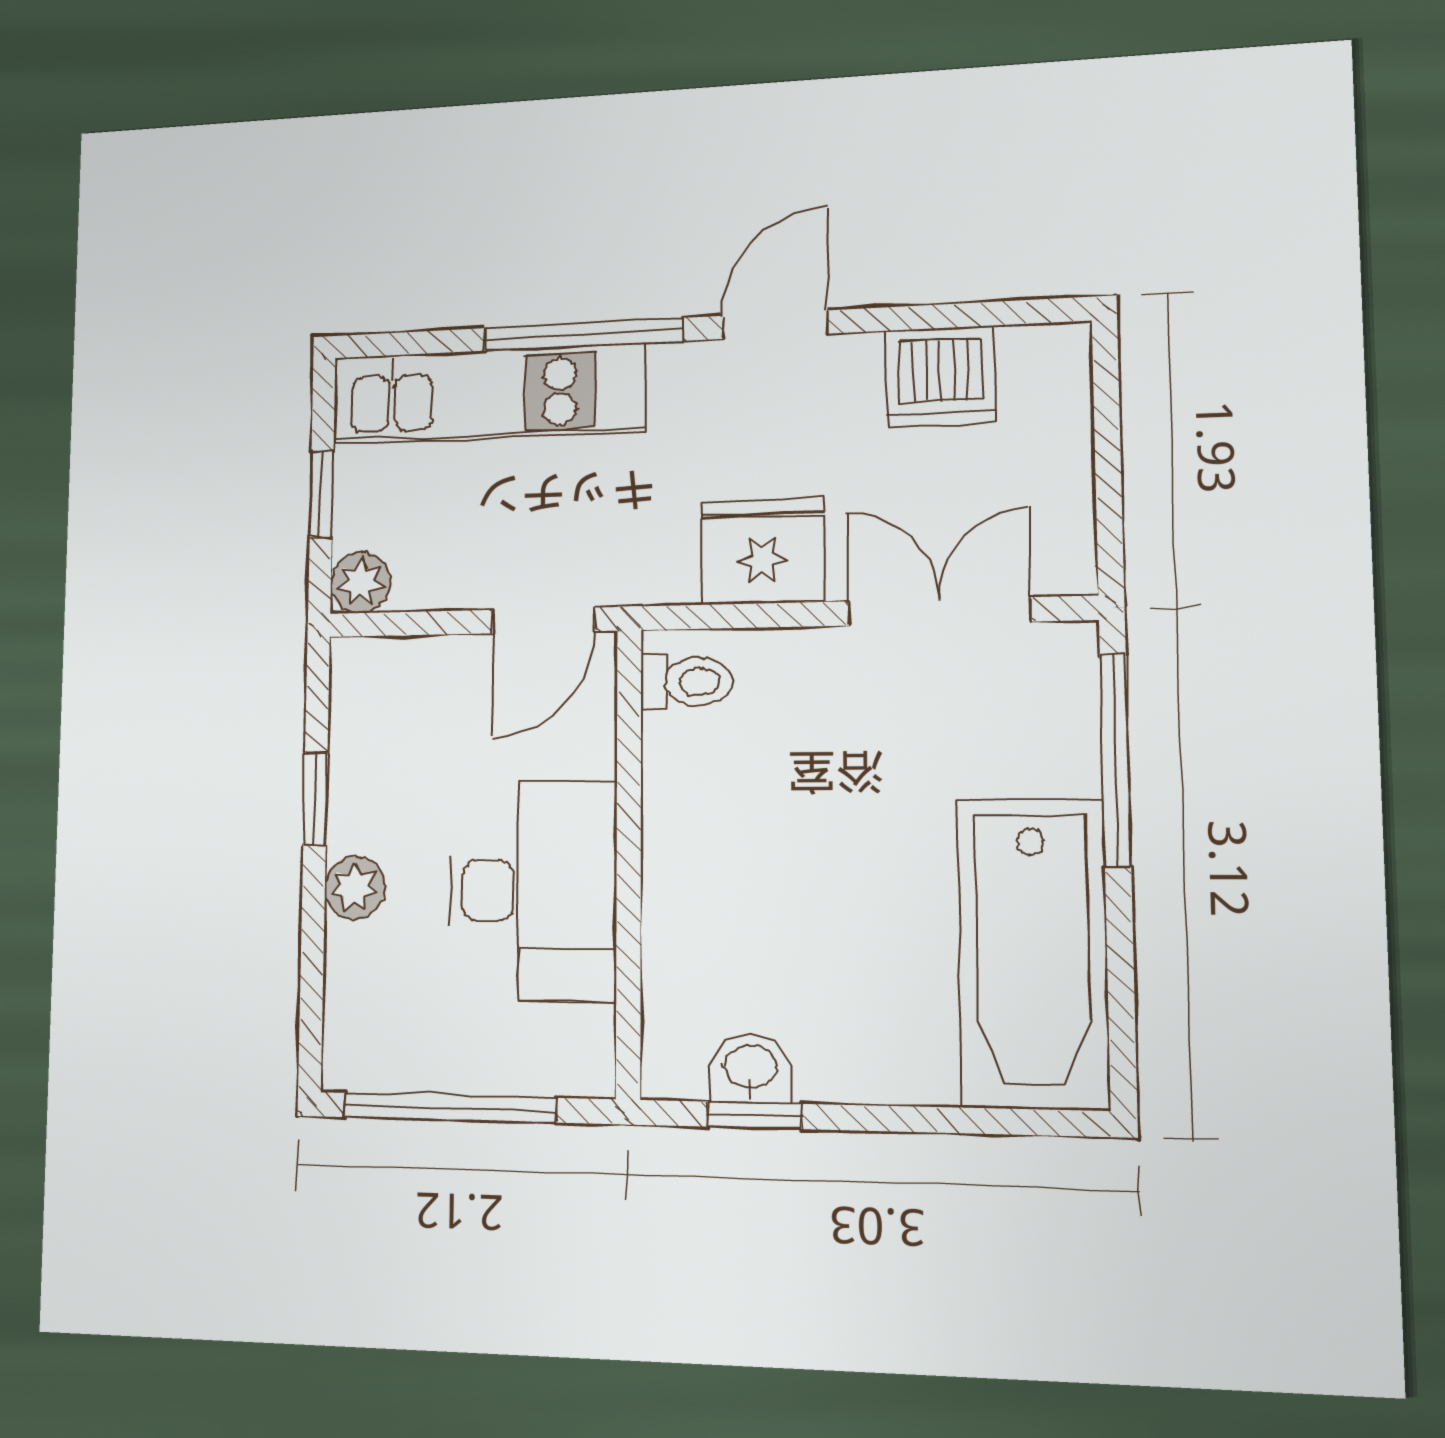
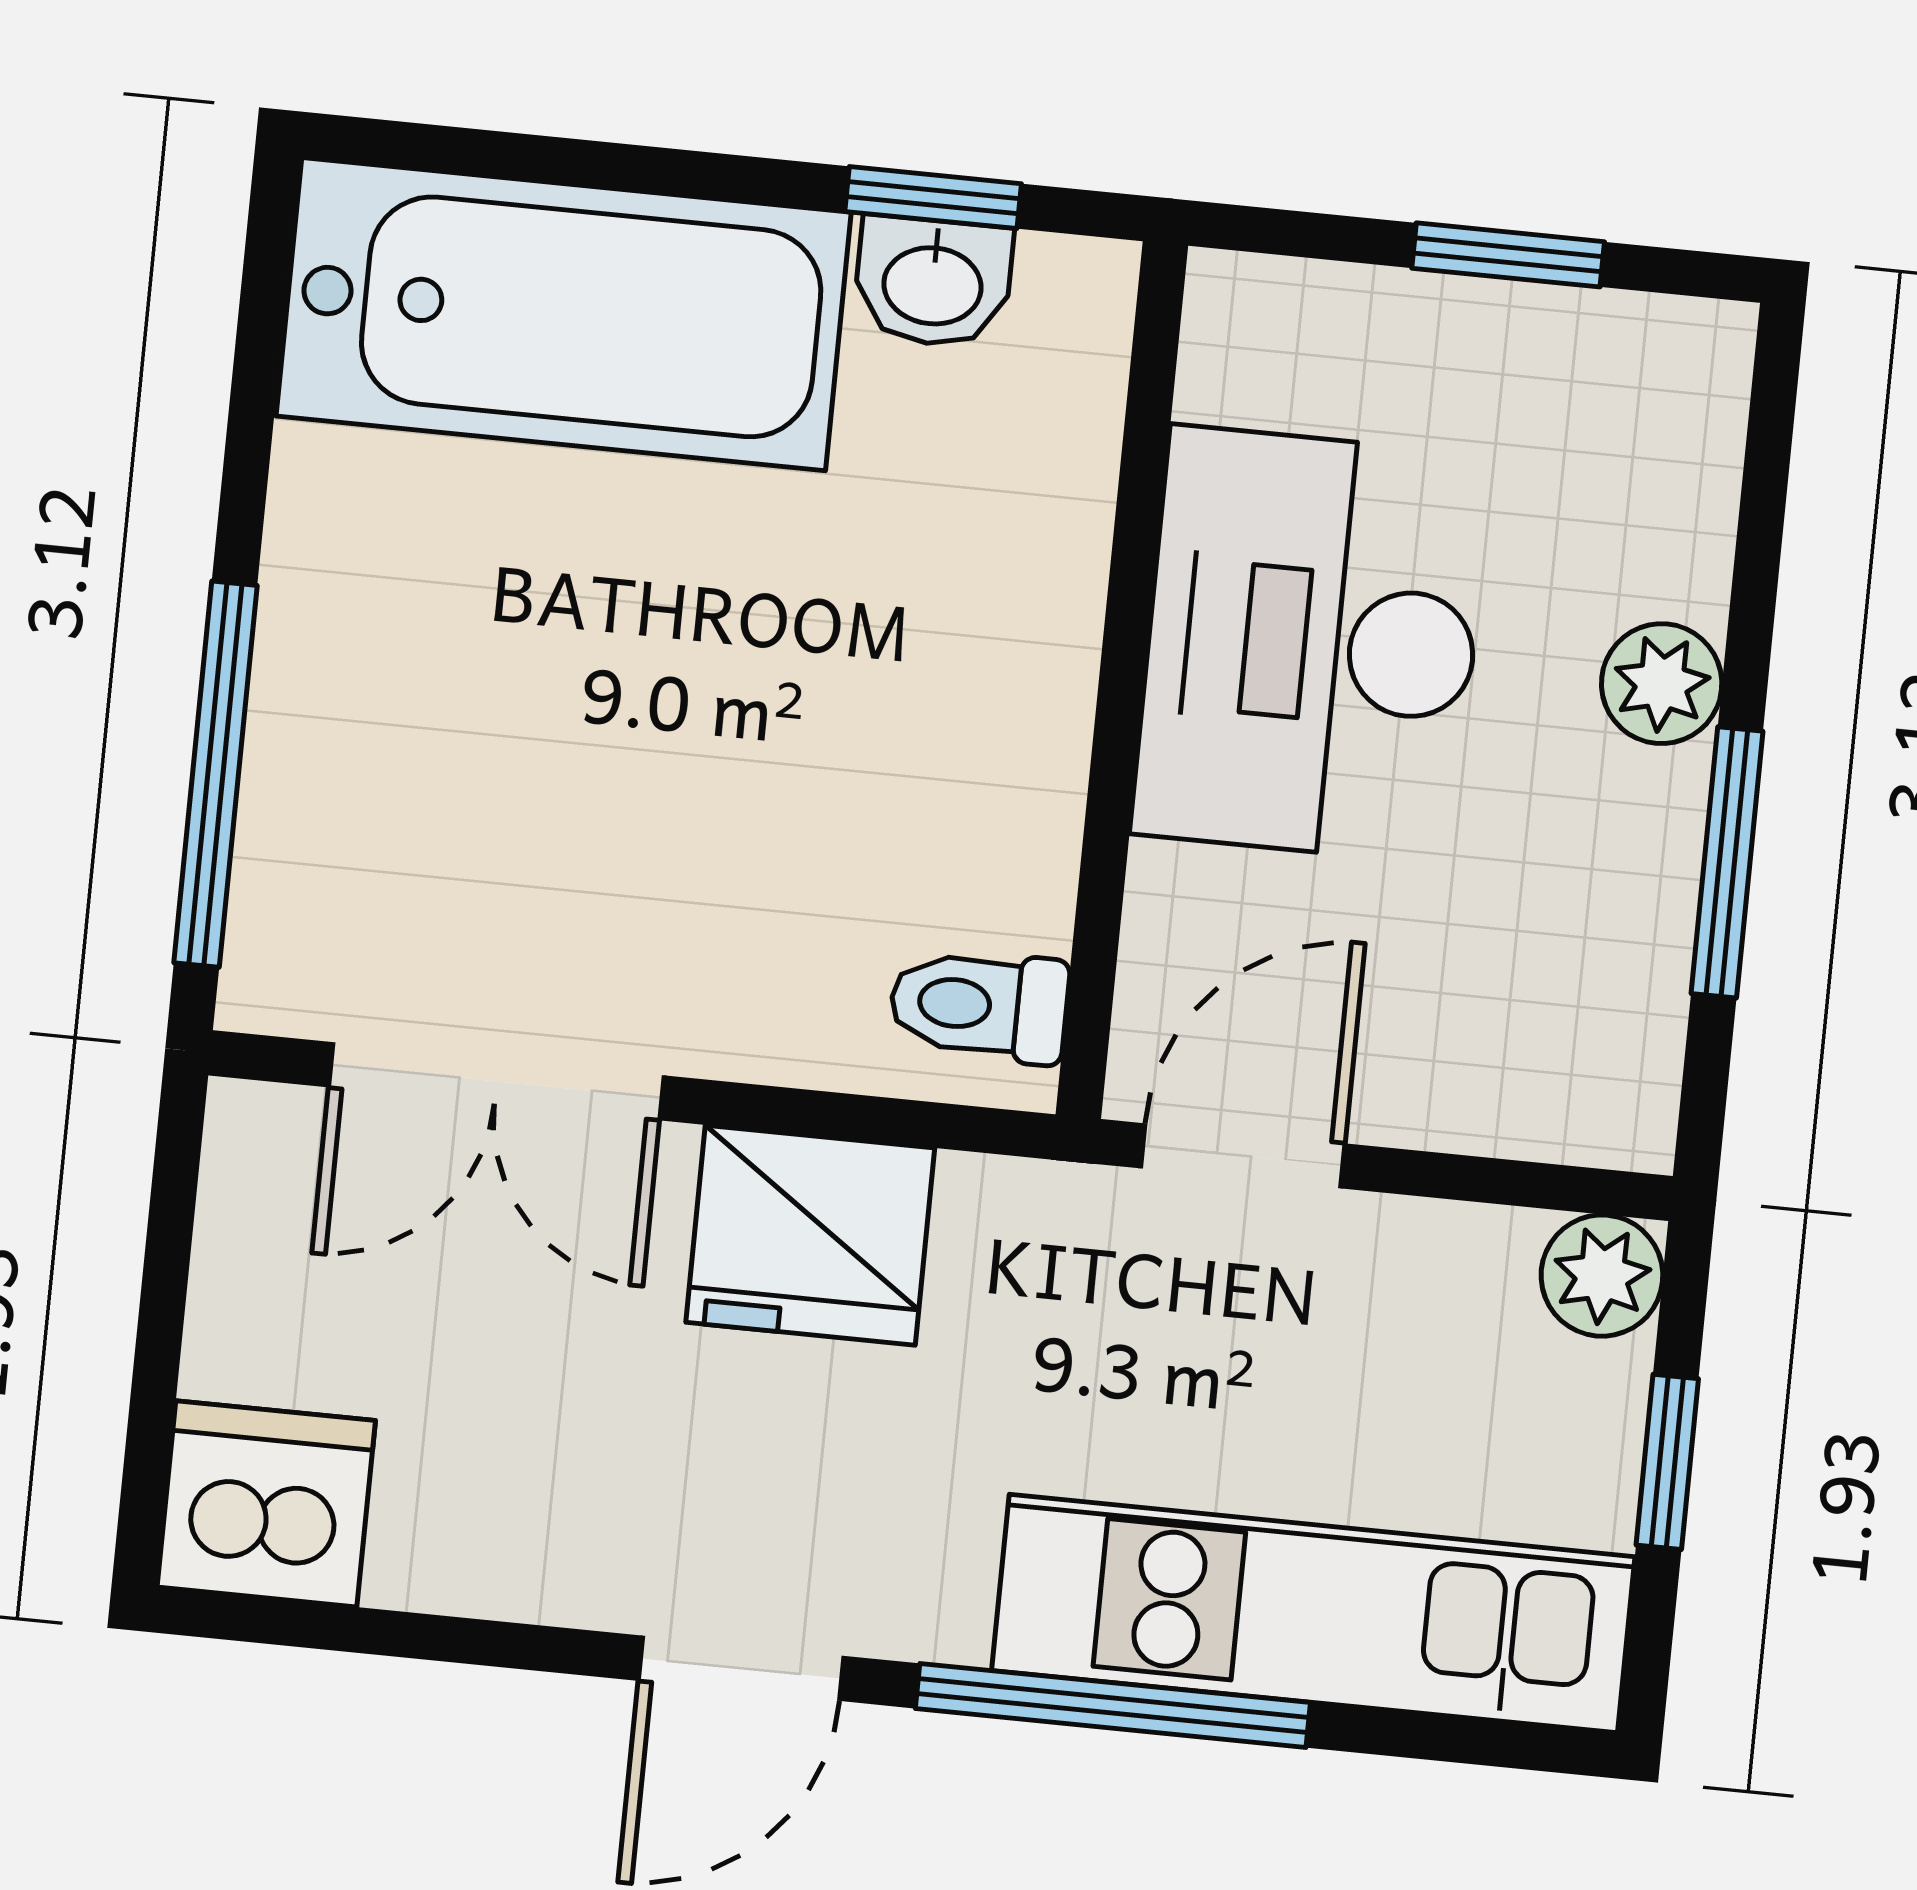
dishwasher: (940, 377) -> (266, 1504), moved
window: (315, 799) -> (1727, 862), width x1.50
bathtub: (1033, 953) -> (564, 314), moved, turned 90
window: (450, 1108) -> (1508, 255), width x0.46

